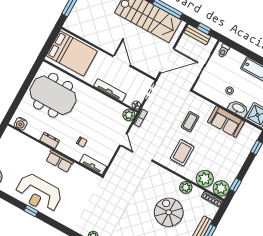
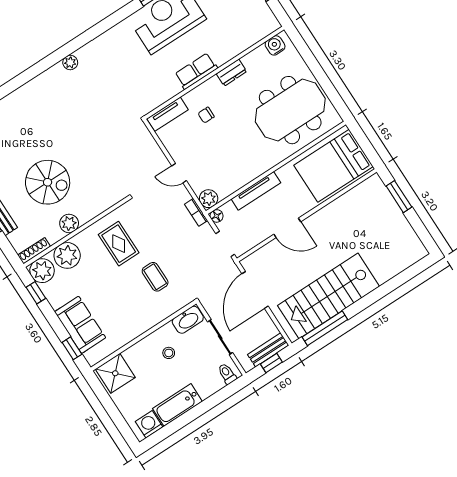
washbasin: (238, 108) -> (188, 320), moved
sofa: (226, 122) -> (80, 325), moved, turned 90

